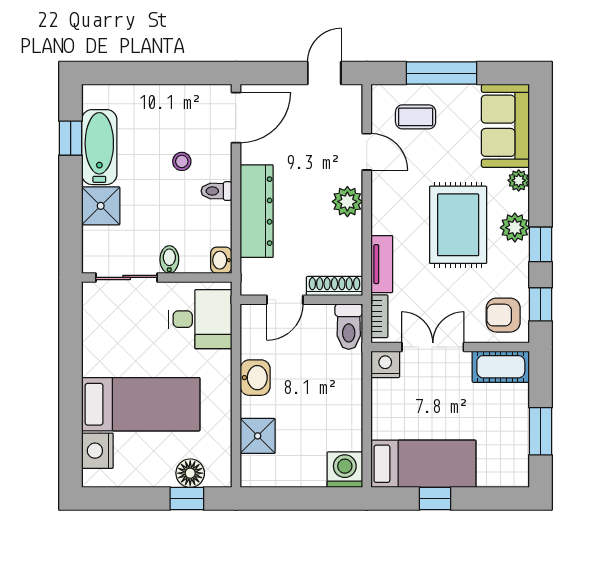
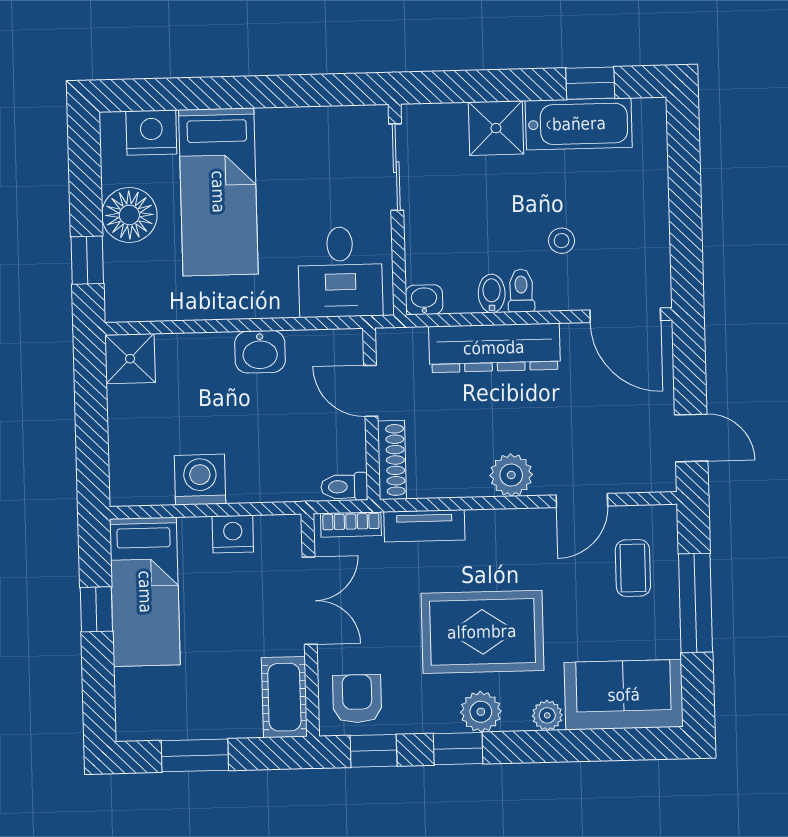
bidet: (169, 259) -> (492, 293), moved, turned -90
toilet: (349, 327) -> (344, 487), width x0.73, depth x0.72
nightstand: (385, 364) -> (233, 534), moved, turned -90
shower: (258, 436) -> (130, 359), moved
washing machine: (345, 470) -> (200, 480), moved, turned -90
floor lamp: (190, 473) -> (129, 215), moved, width x1.38, depth x1.38

